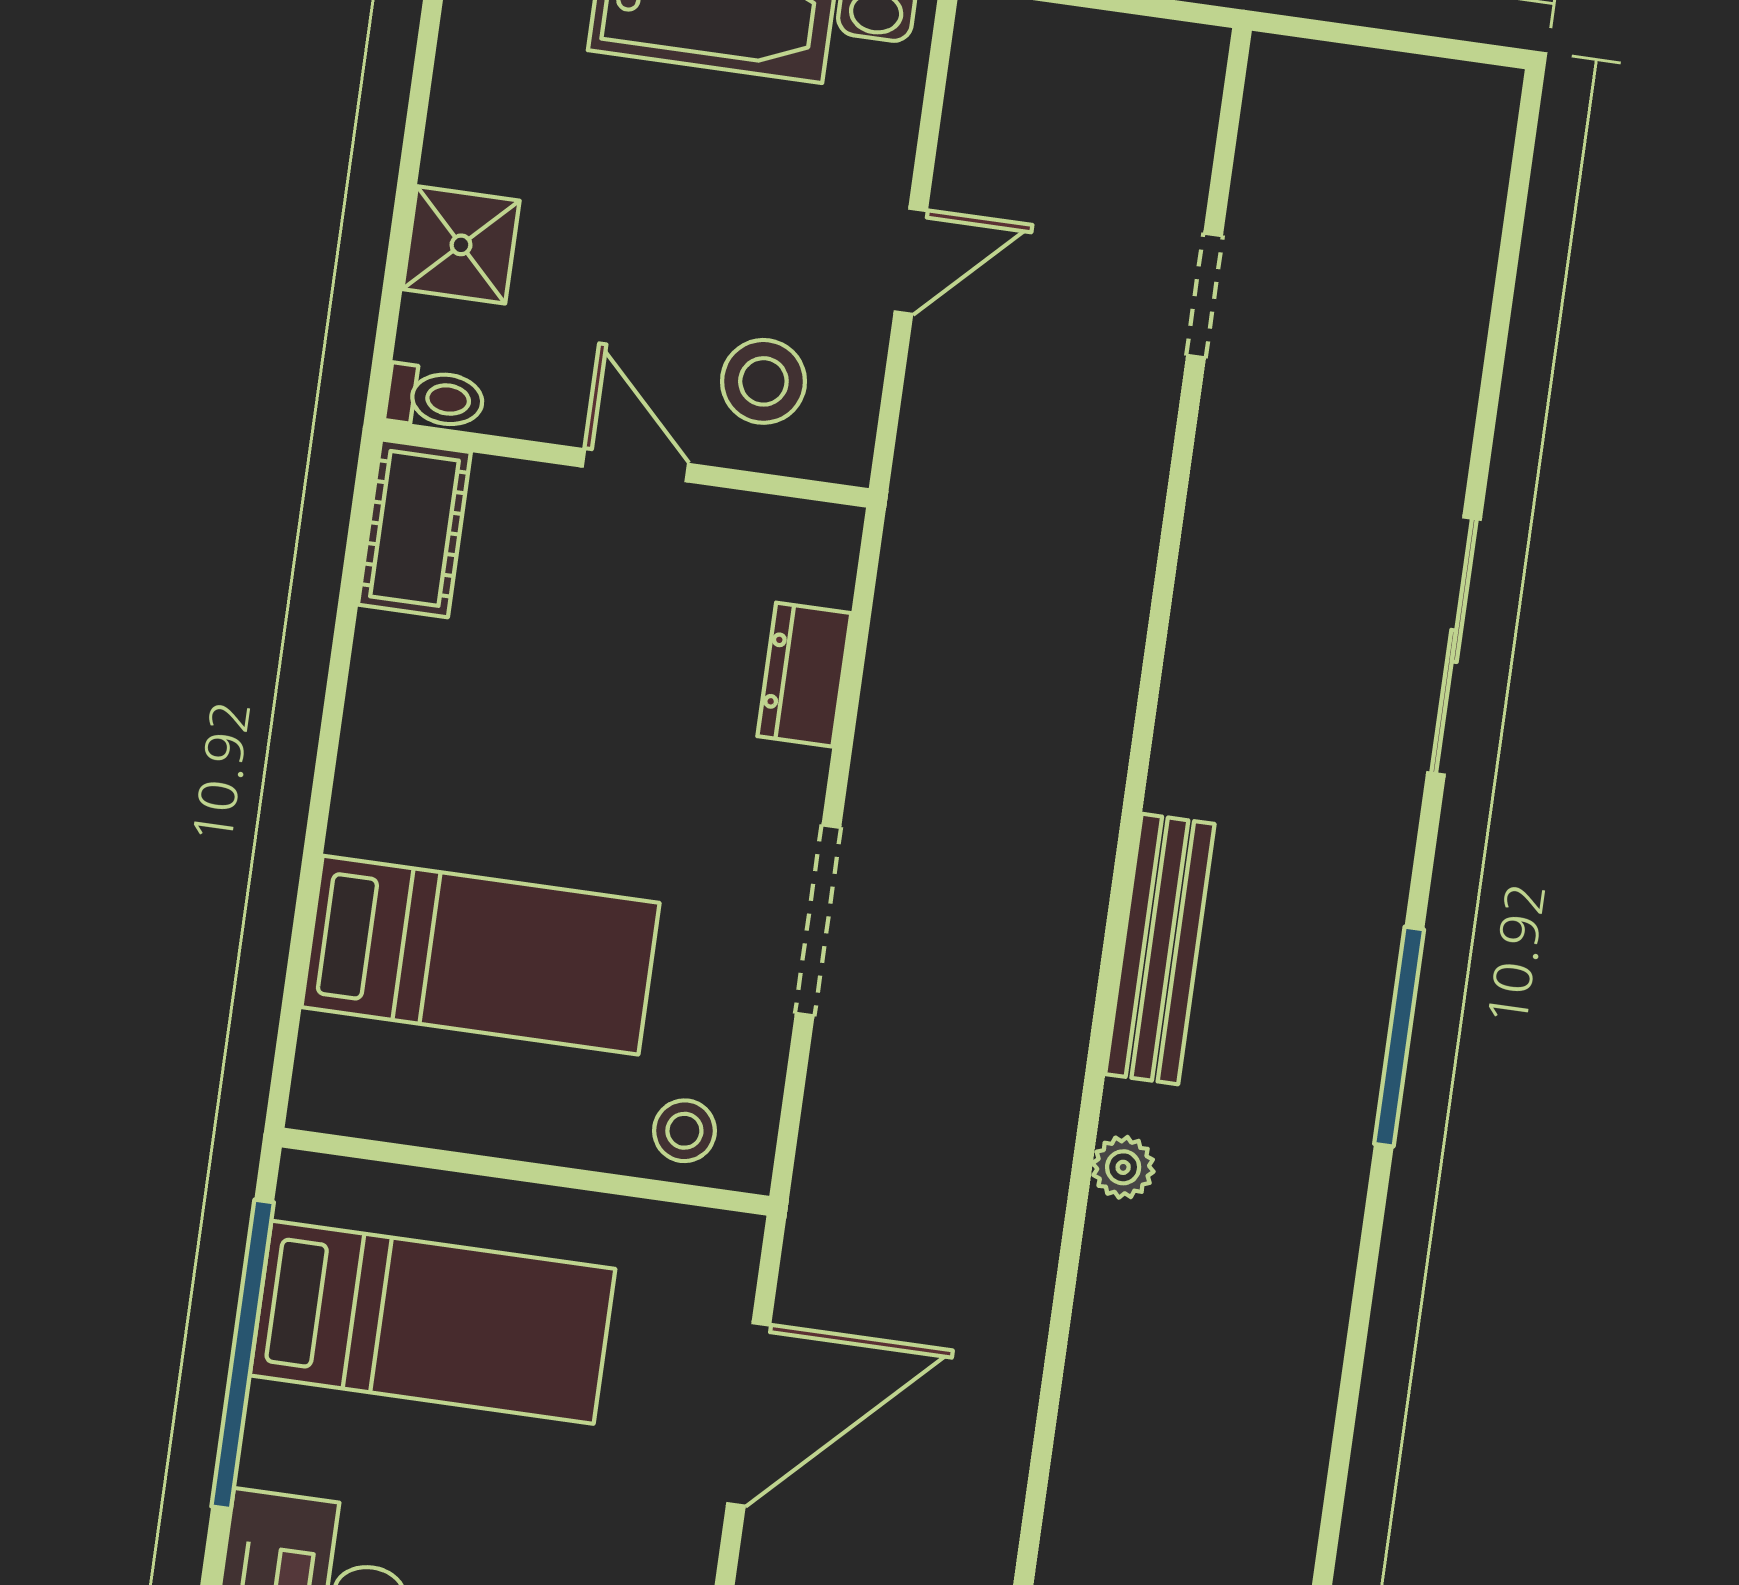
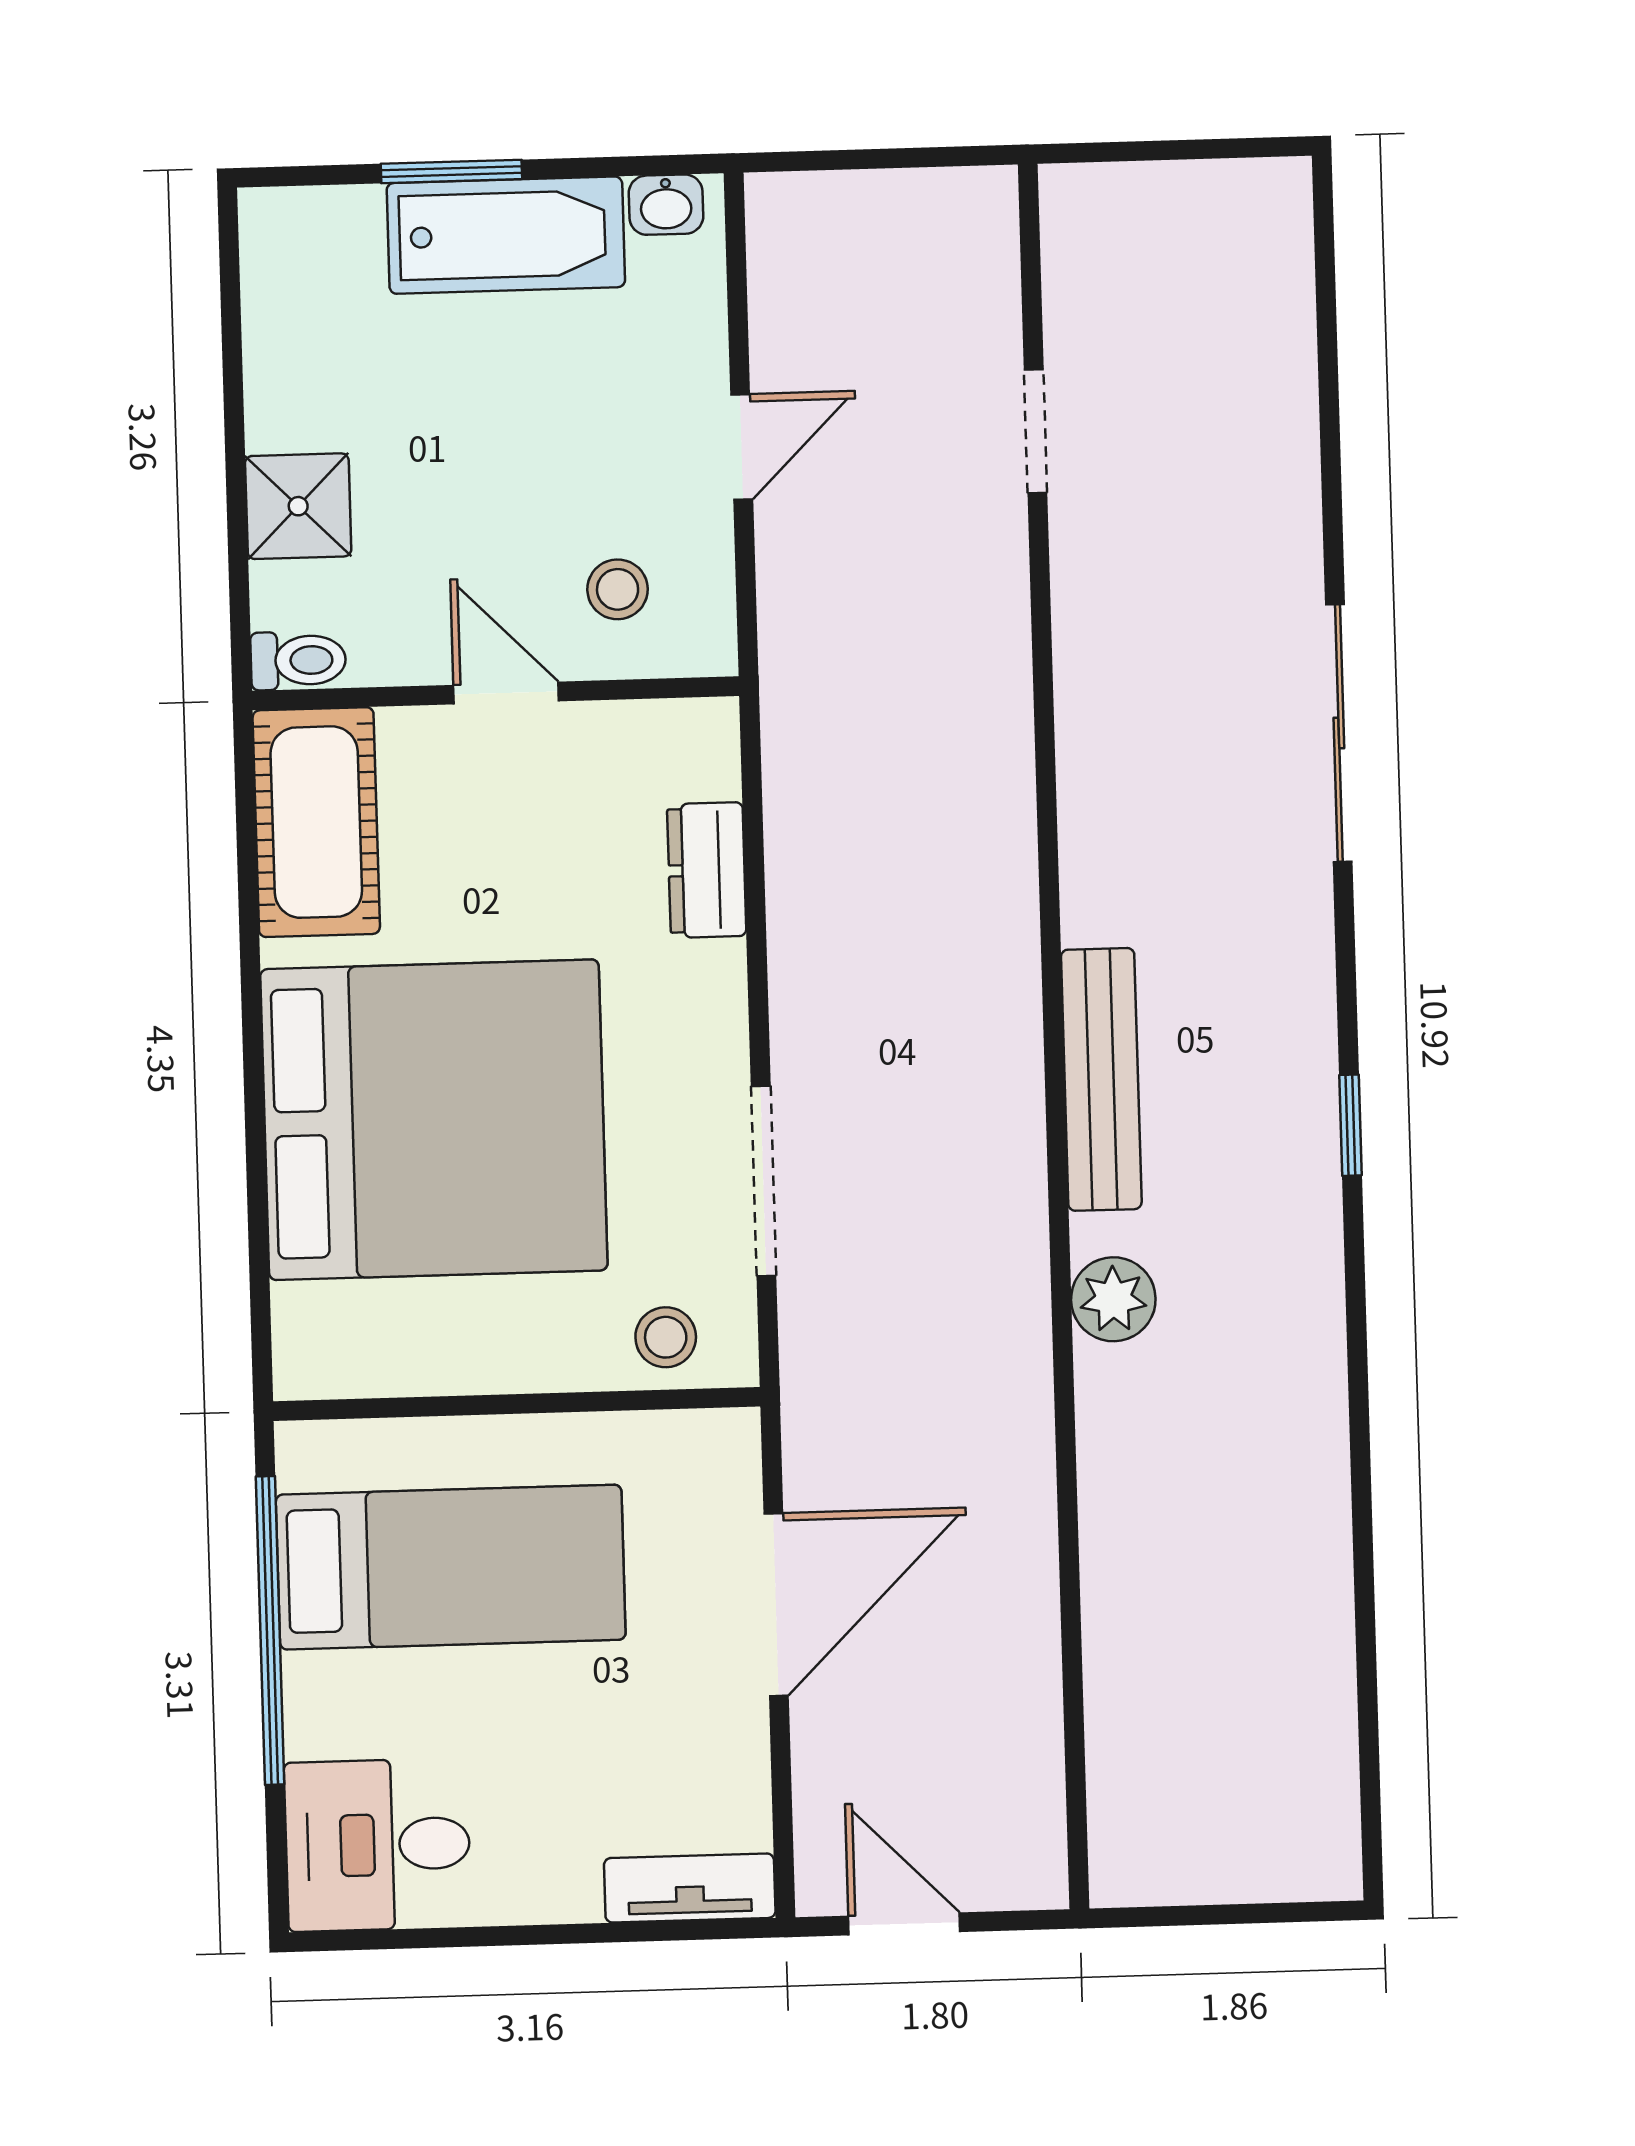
stool: (763, 381) -> (618, 589), width x0.73, depth x0.73
cot: (414, 528) -> (316, 822), width x1.37, depth x1.34
doorway: (818, 920) -> (764, 1181), moved
bed: (480, 955) -> (434, 1120), width x2.04
window: (1399, 1037) -> (1351, 1125), width x0.46
plant: (1123, 1167) -> (1113, 1299), width x1.38, depth x1.38

